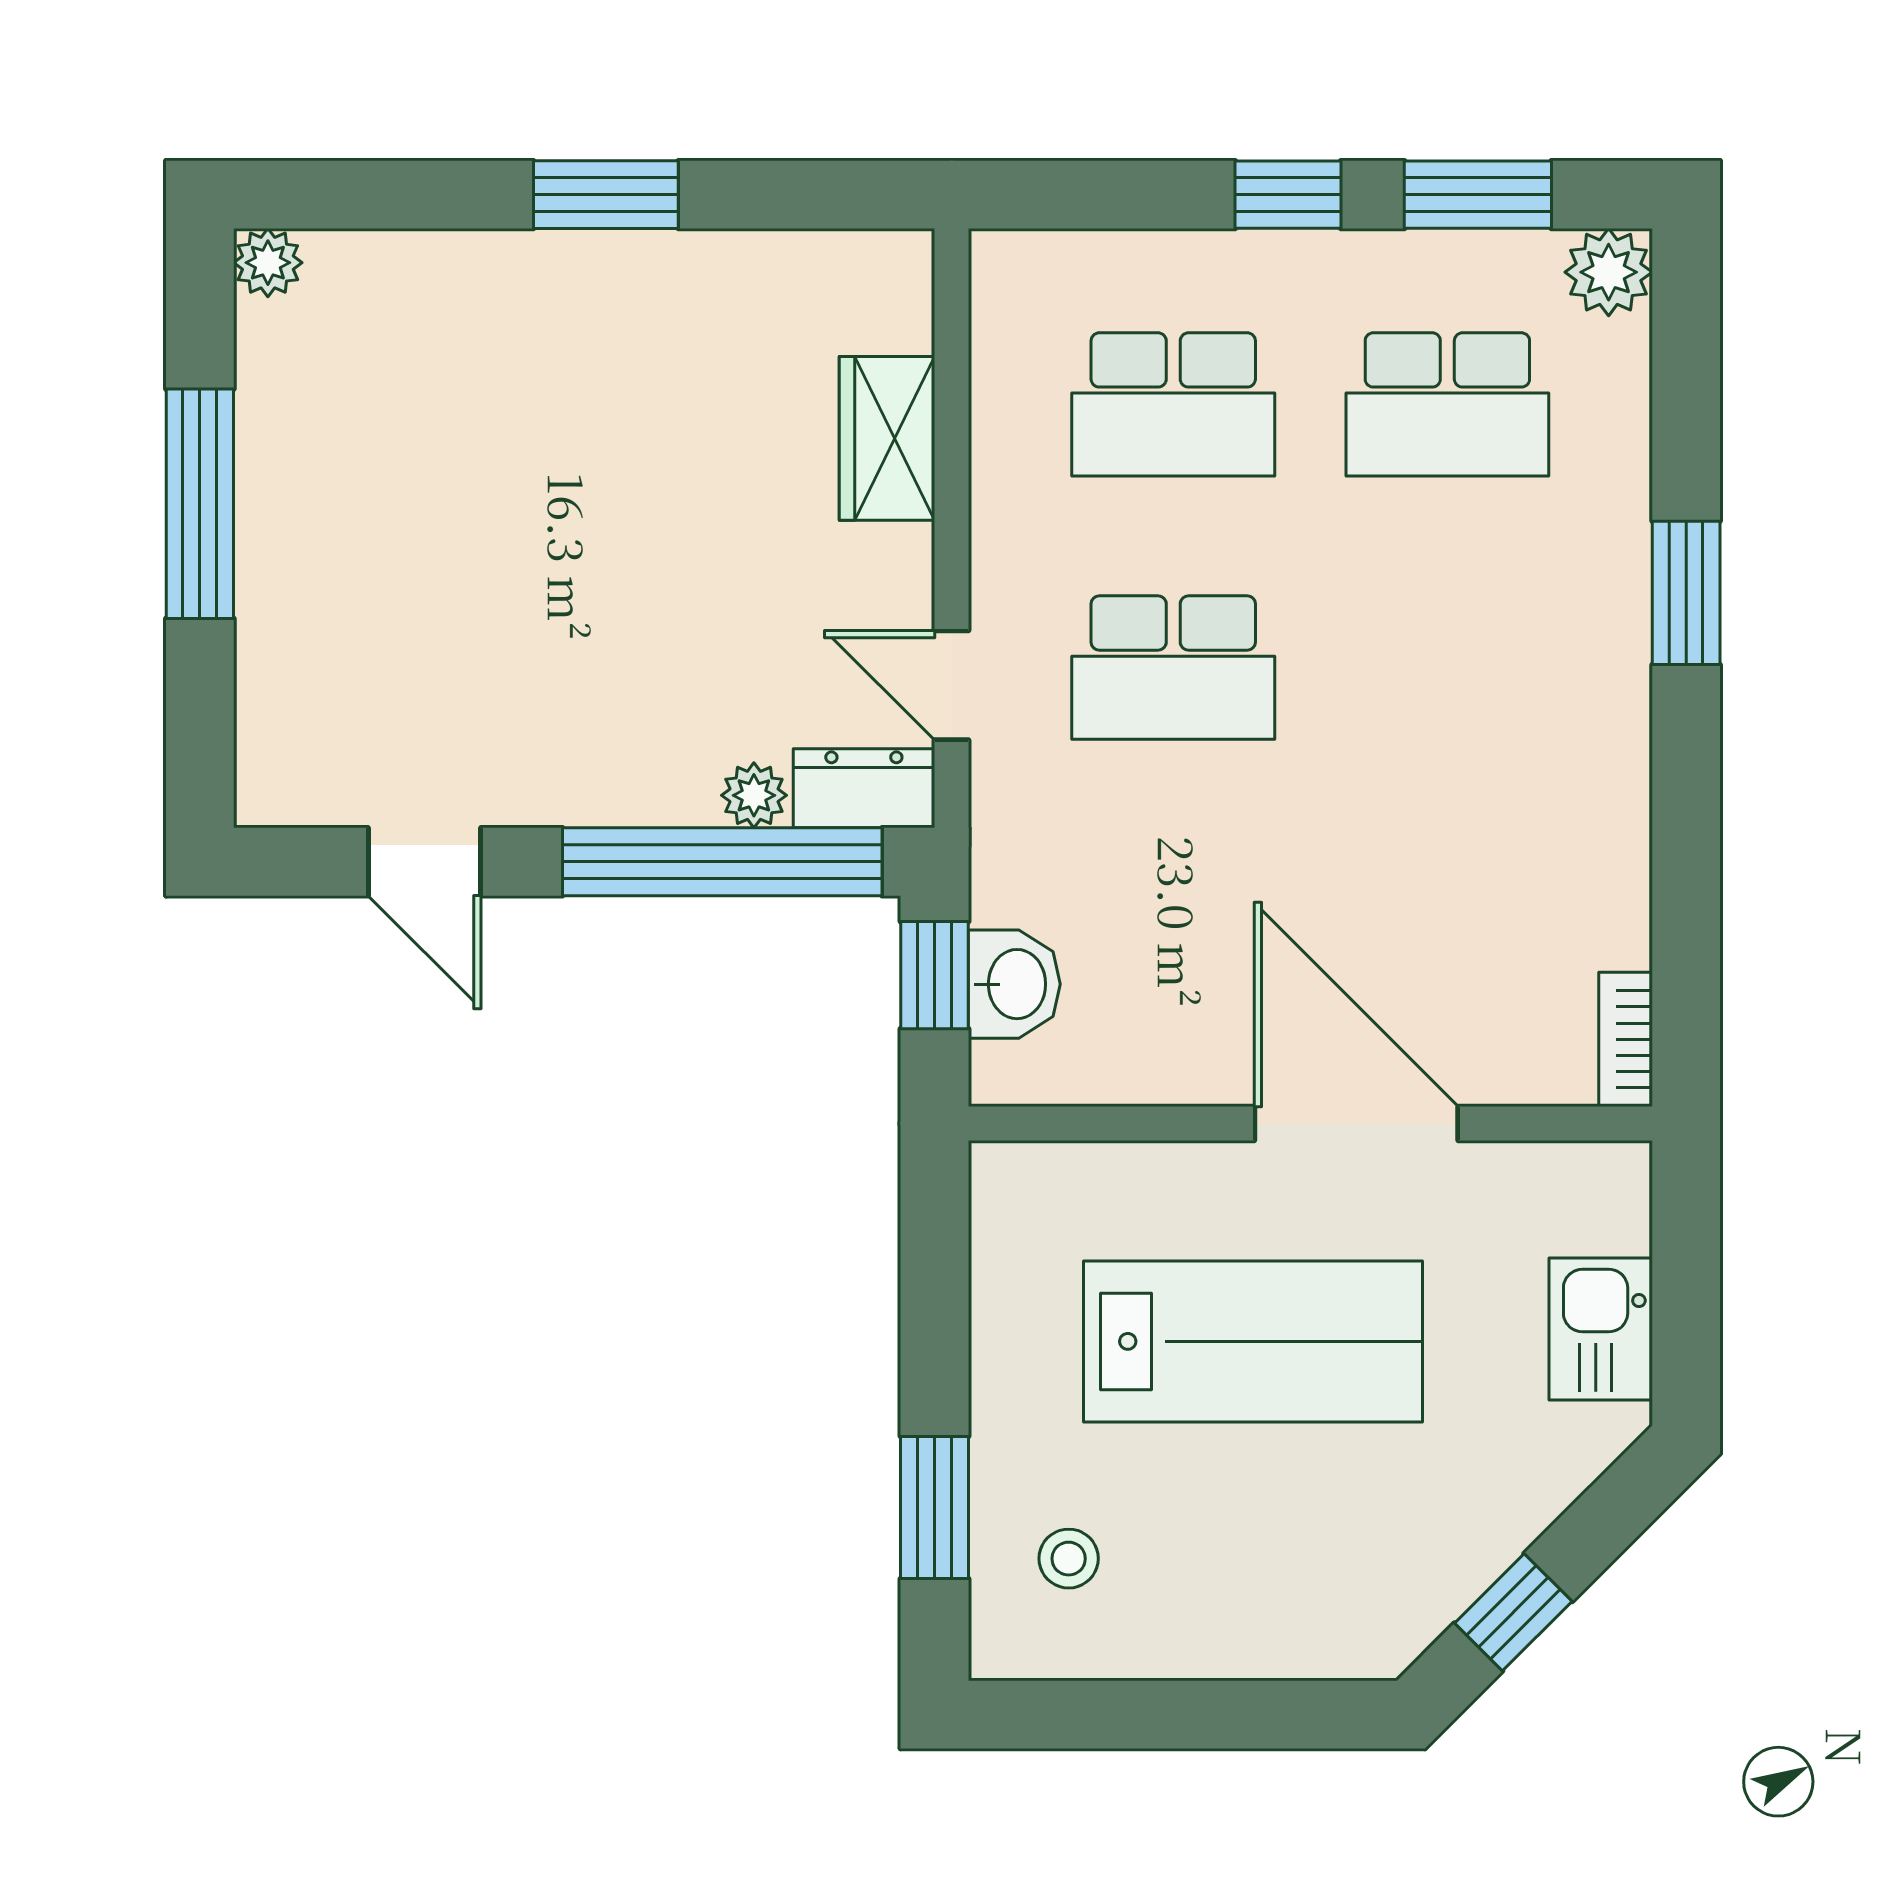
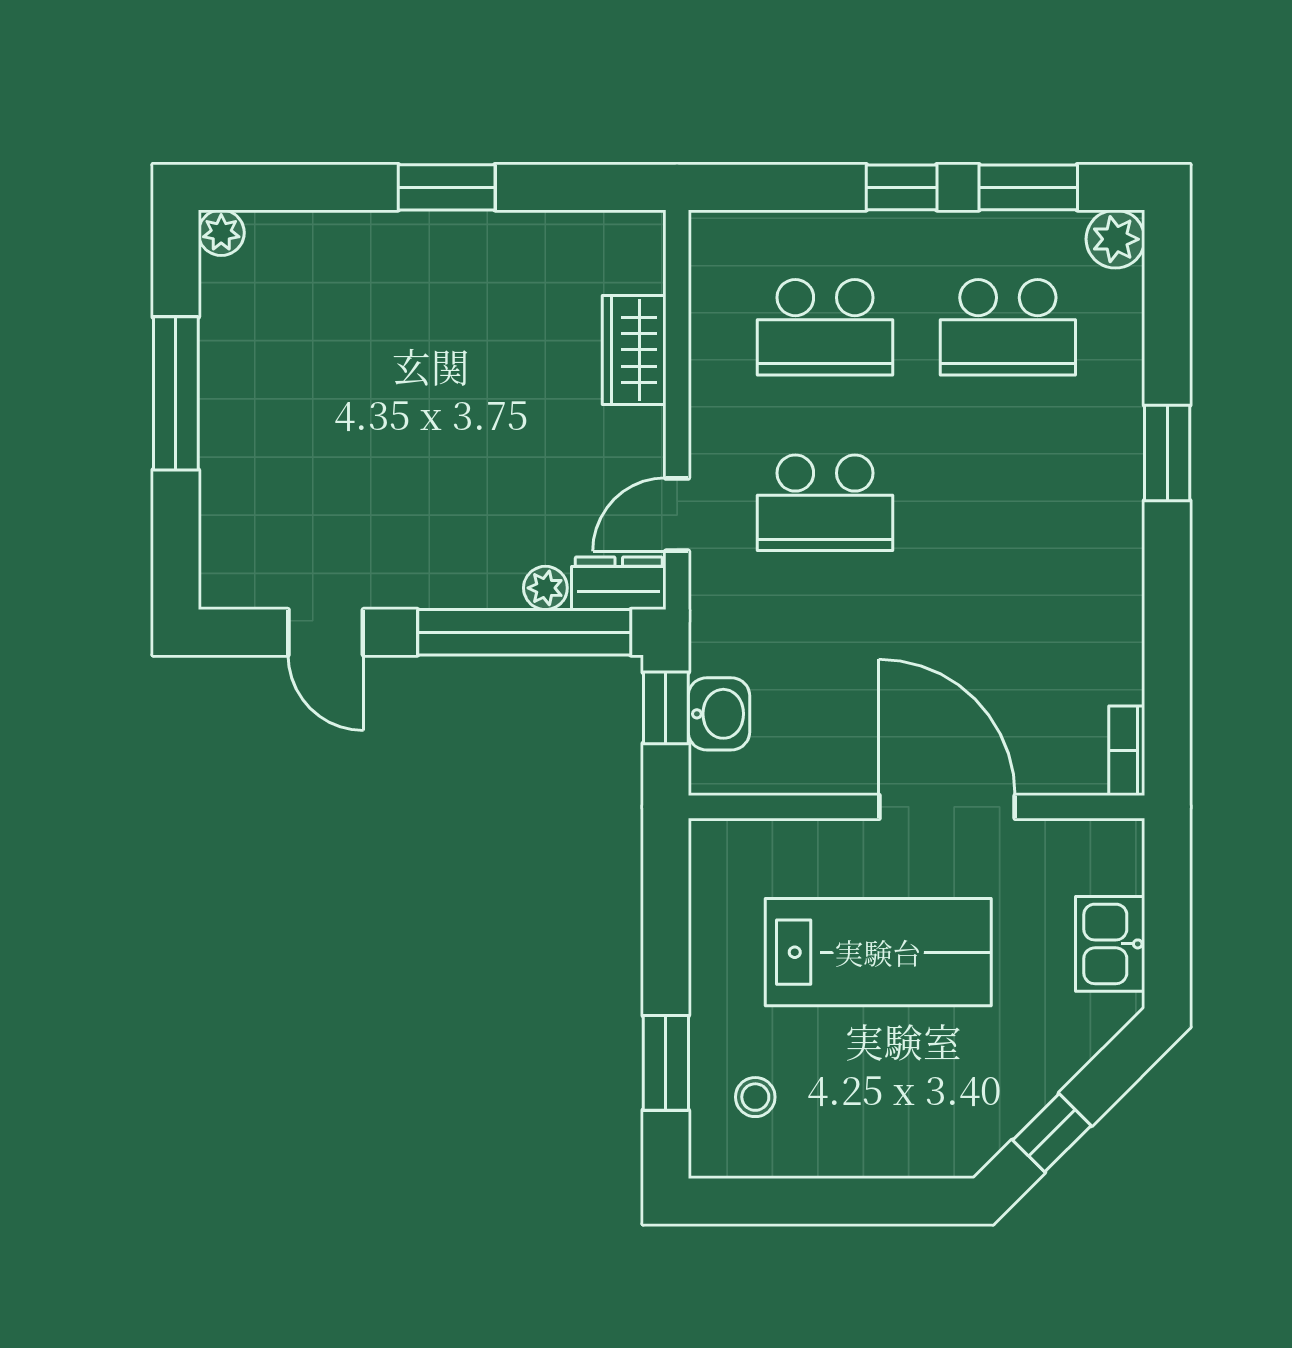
door: (951, 685) -> (677, 515), hinge flipped

